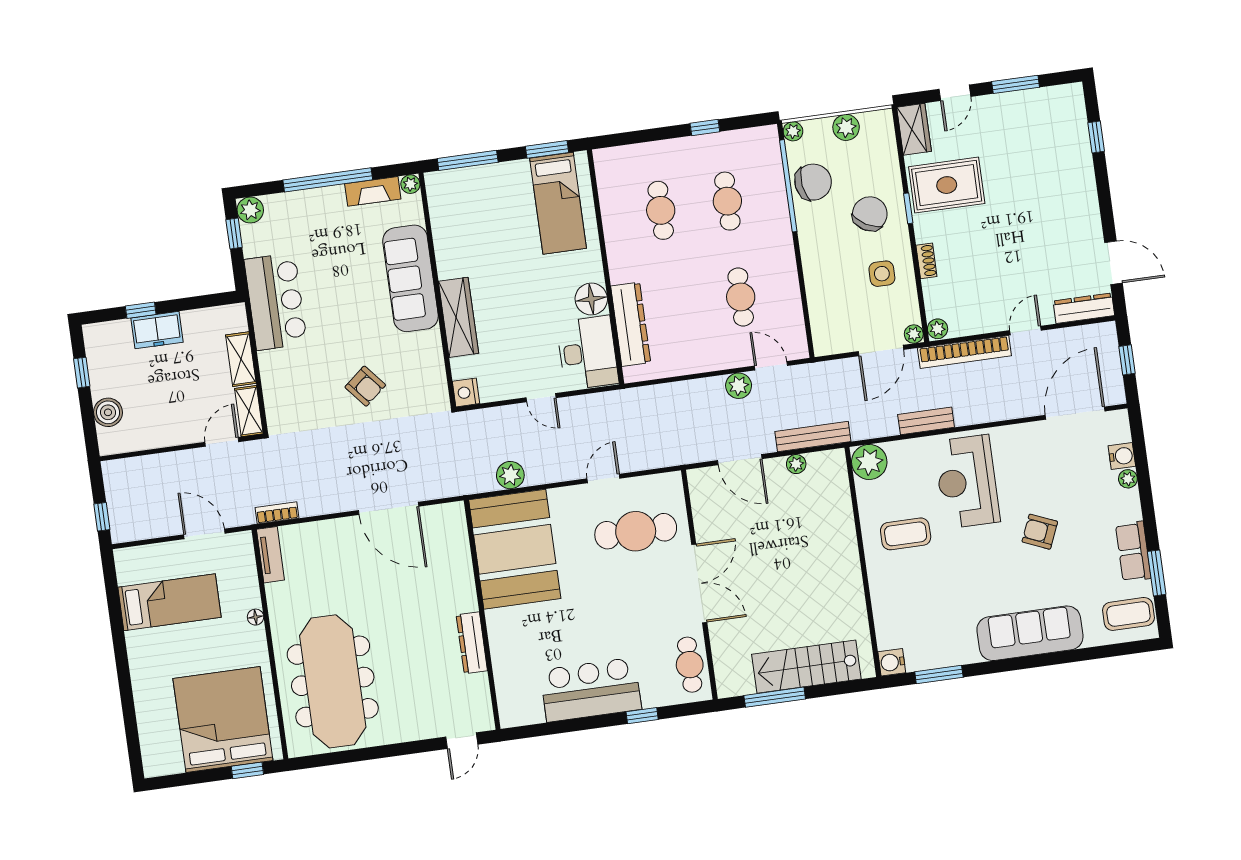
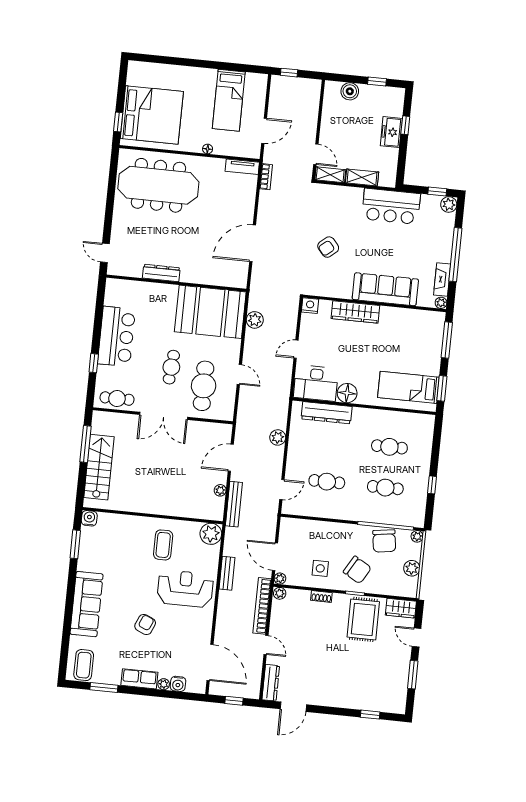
plant: (739, 386) -> (278, 437), moved
row of seats: (1133, 552) -> (139, 679), moved
cafe table: (618, 590) -> (171, 367), added

